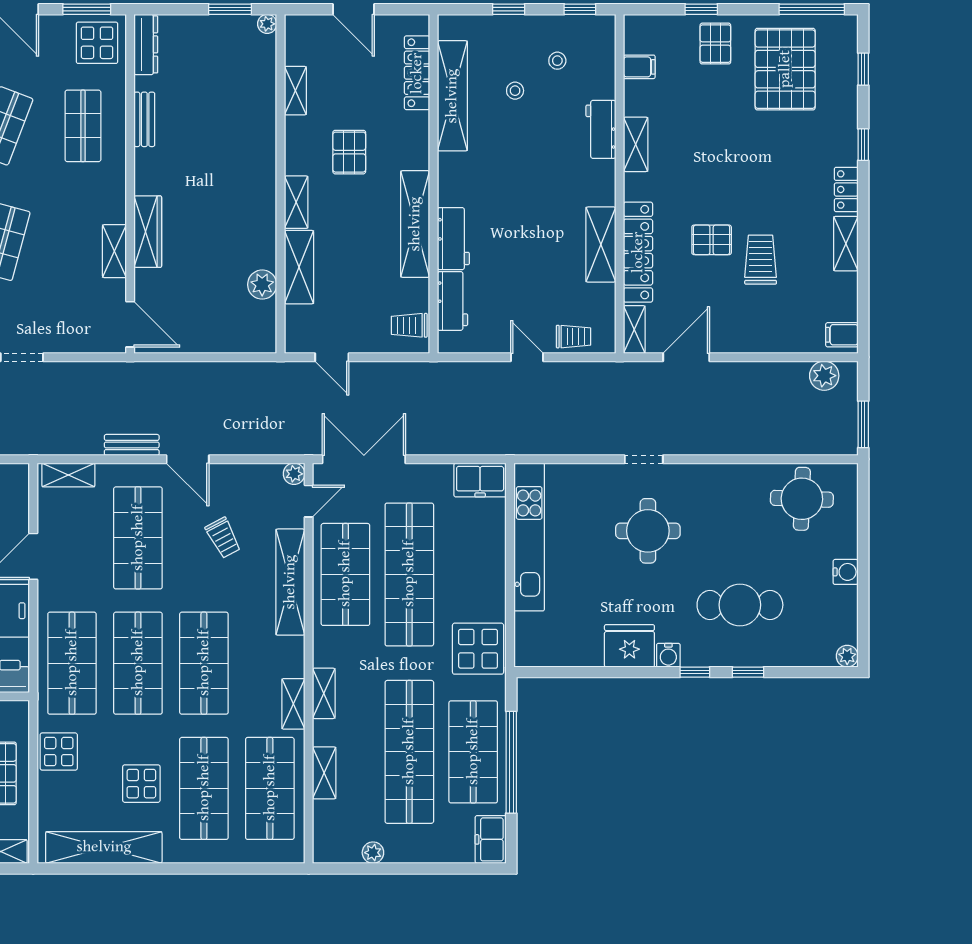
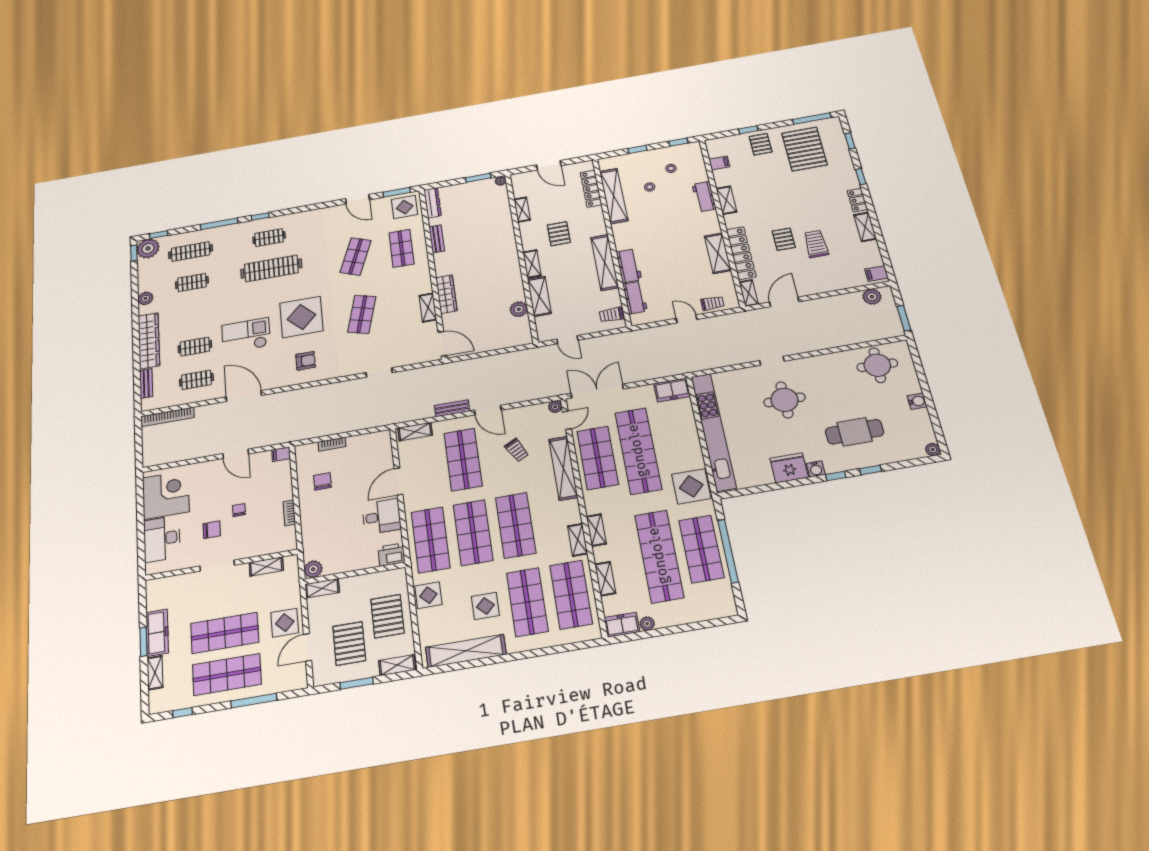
pallet: (712, 240) -> (784, 239), turned 90
kitchen unit: (529, 537) -> (713, 432), width x1.36
freezer: (491, 839) -> (622, 625), moved, turned 90

